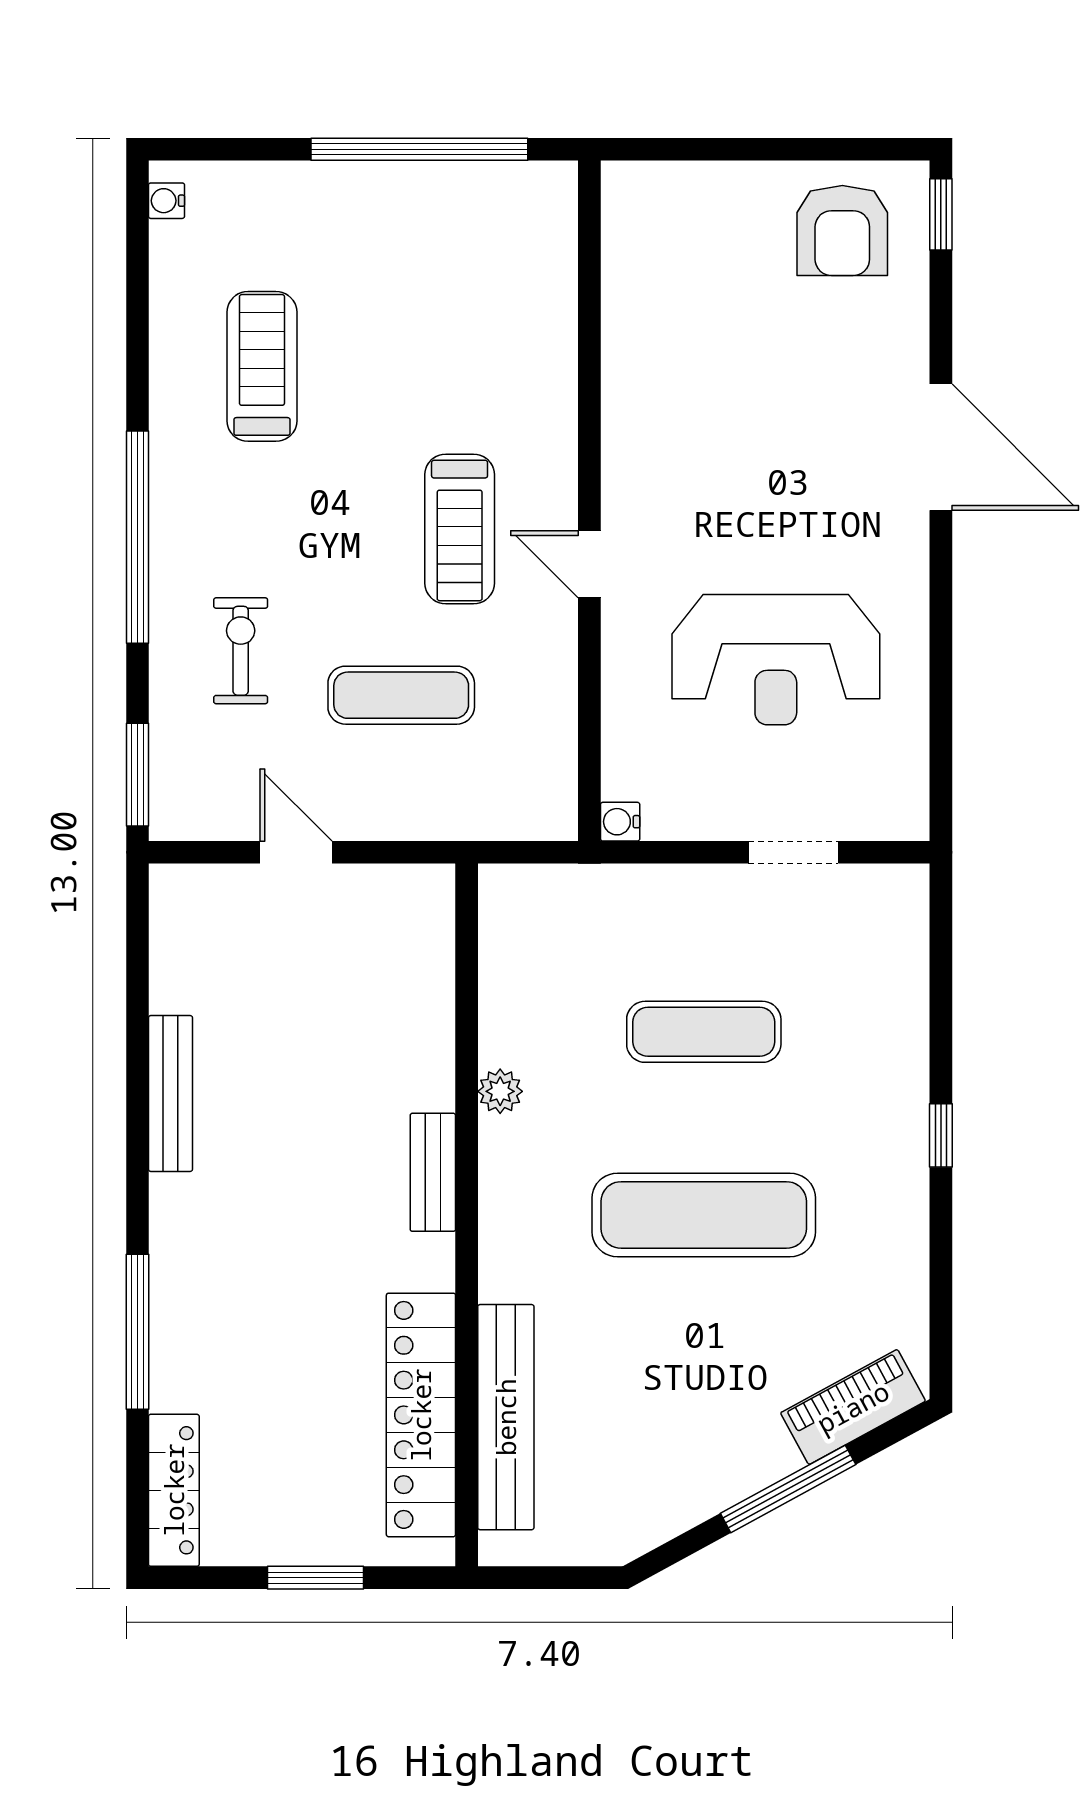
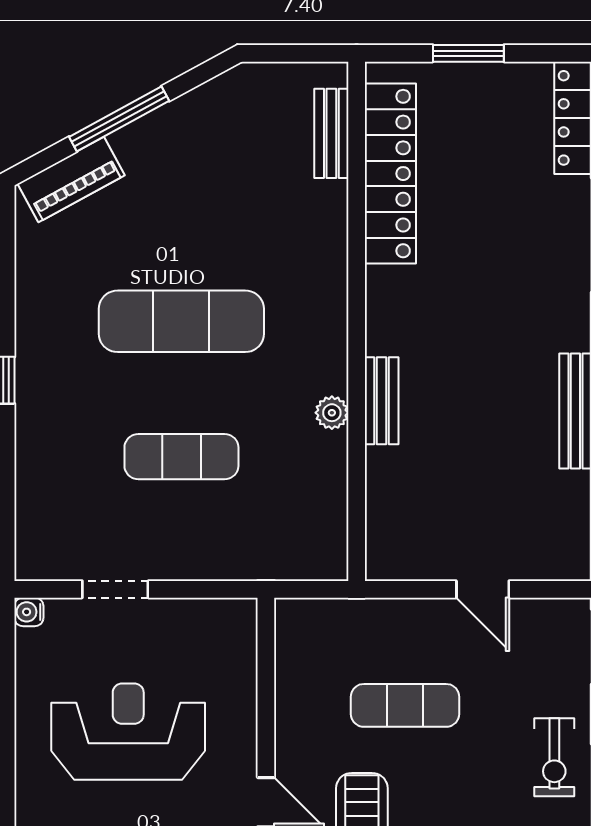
exercise bike: (241, 651) -> (554, 757), moved
water cooler: (620, 822) -> (29, 612), moved, turned 180
bench: (433, 1172) -> (382, 401), moved
bench: (506, 1417) -> (331, 133), width x0.54, depth x0.82

